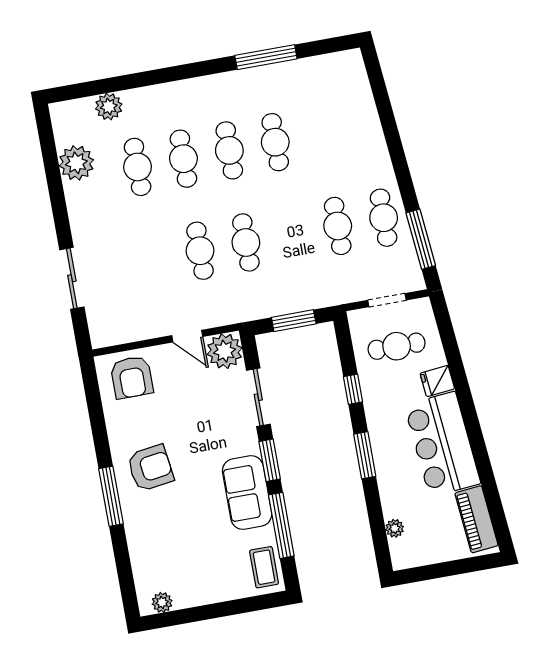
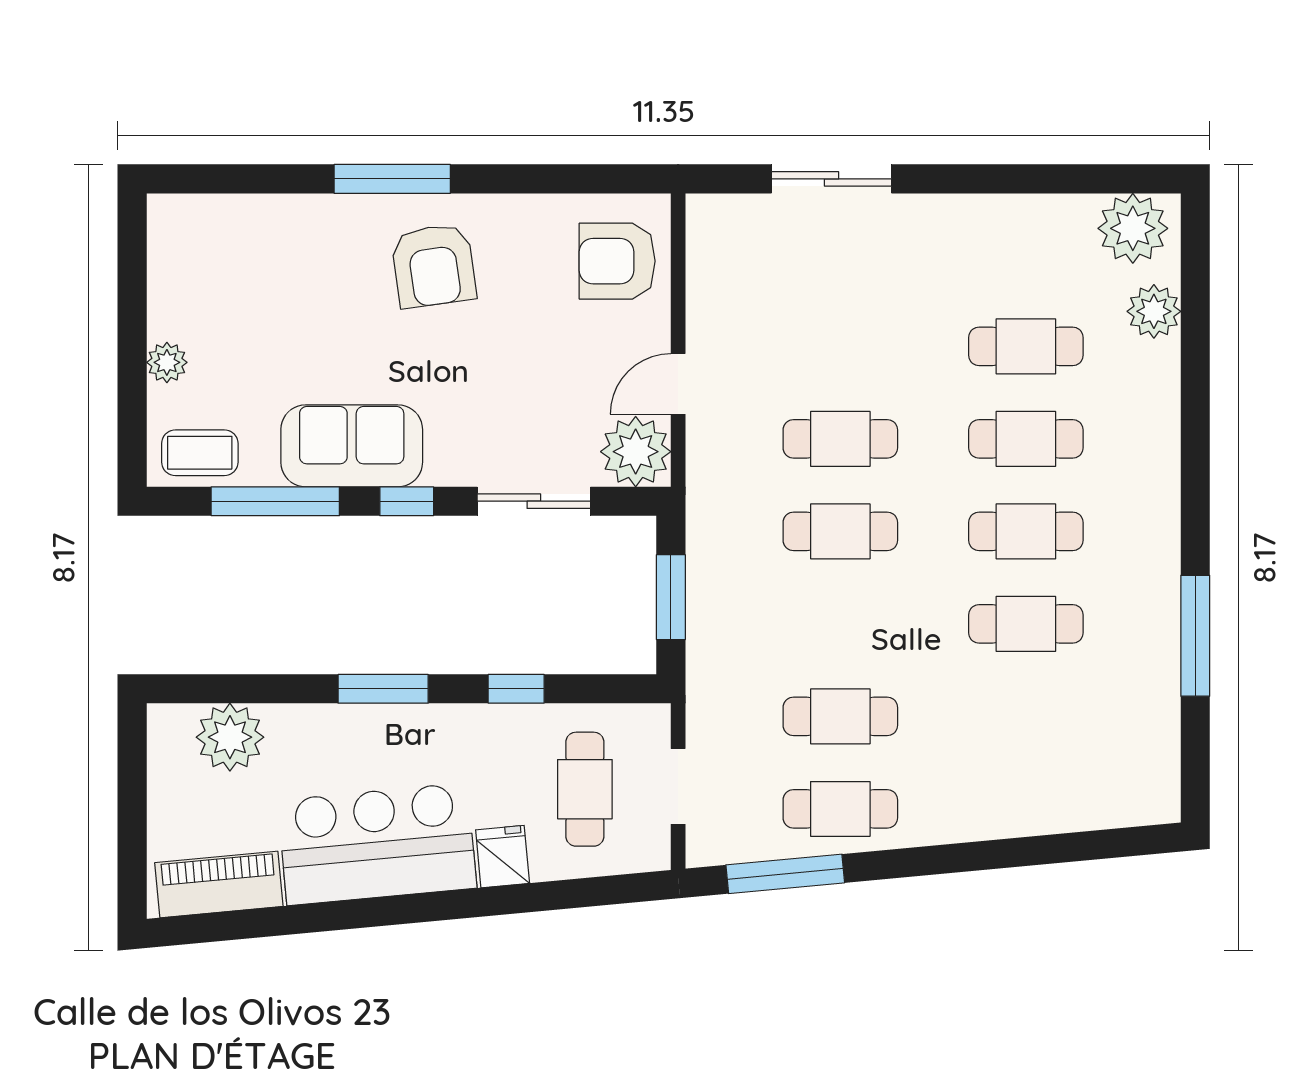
plant: (76, 163) -> (1133, 228), moved
window: (270, 460) -> (407, 501), width x0.67
plant: (395, 528) -> (230, 737), width x1.87, depth x1.87
plant: (162, 602) -> (167, 362), moved

